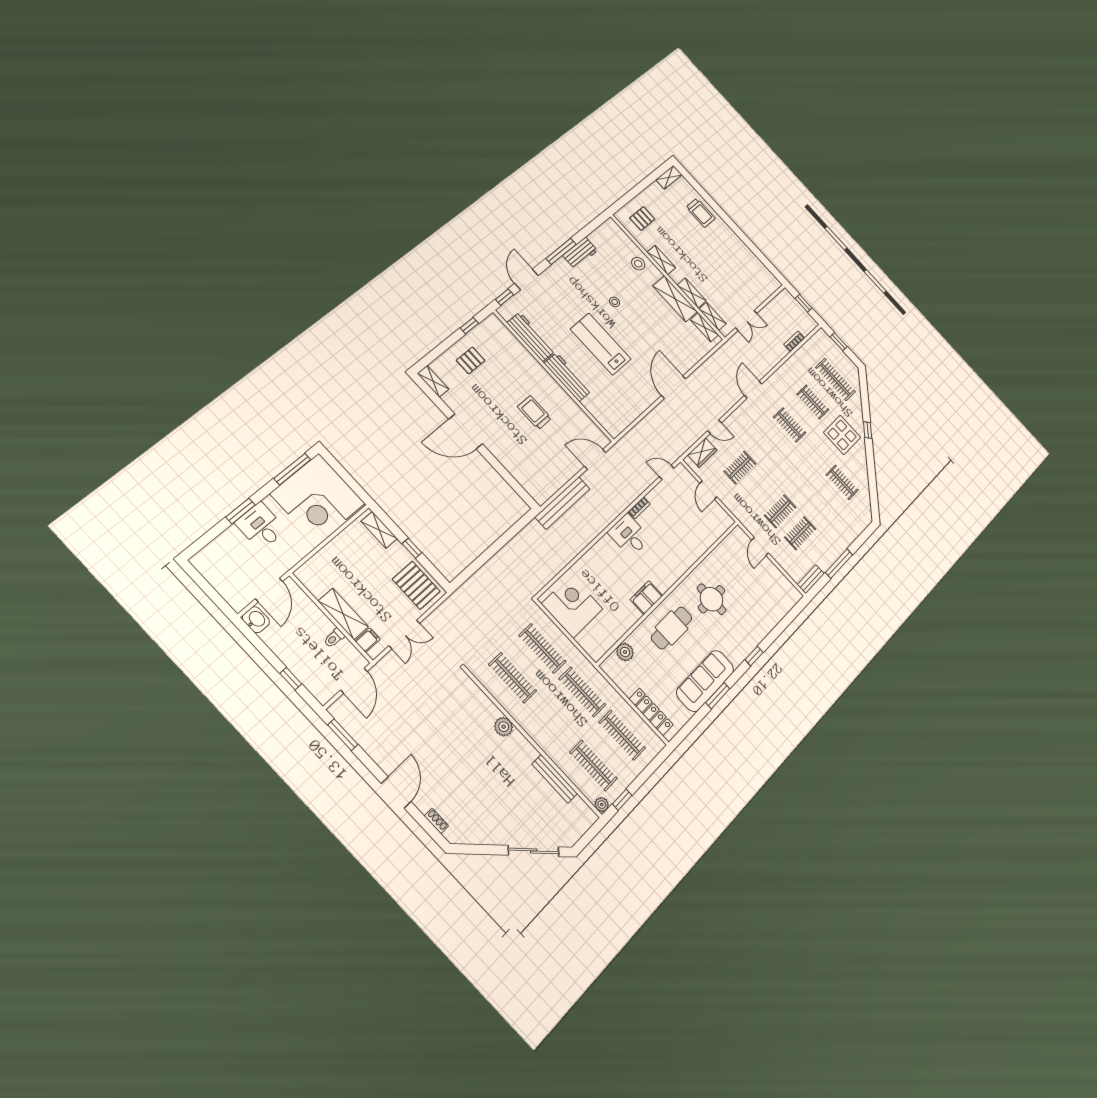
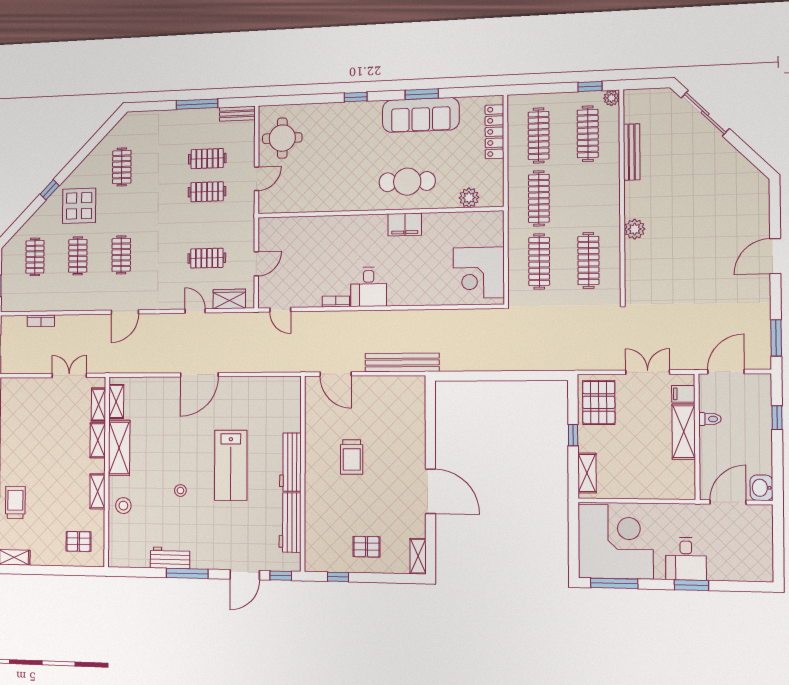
clothes rail: (835, 379) -> (35, 257), width x0.73
round table: (711, 599) -> (282, 138), moved
shoe rack: (436, 821) -> (763, 206), removed

